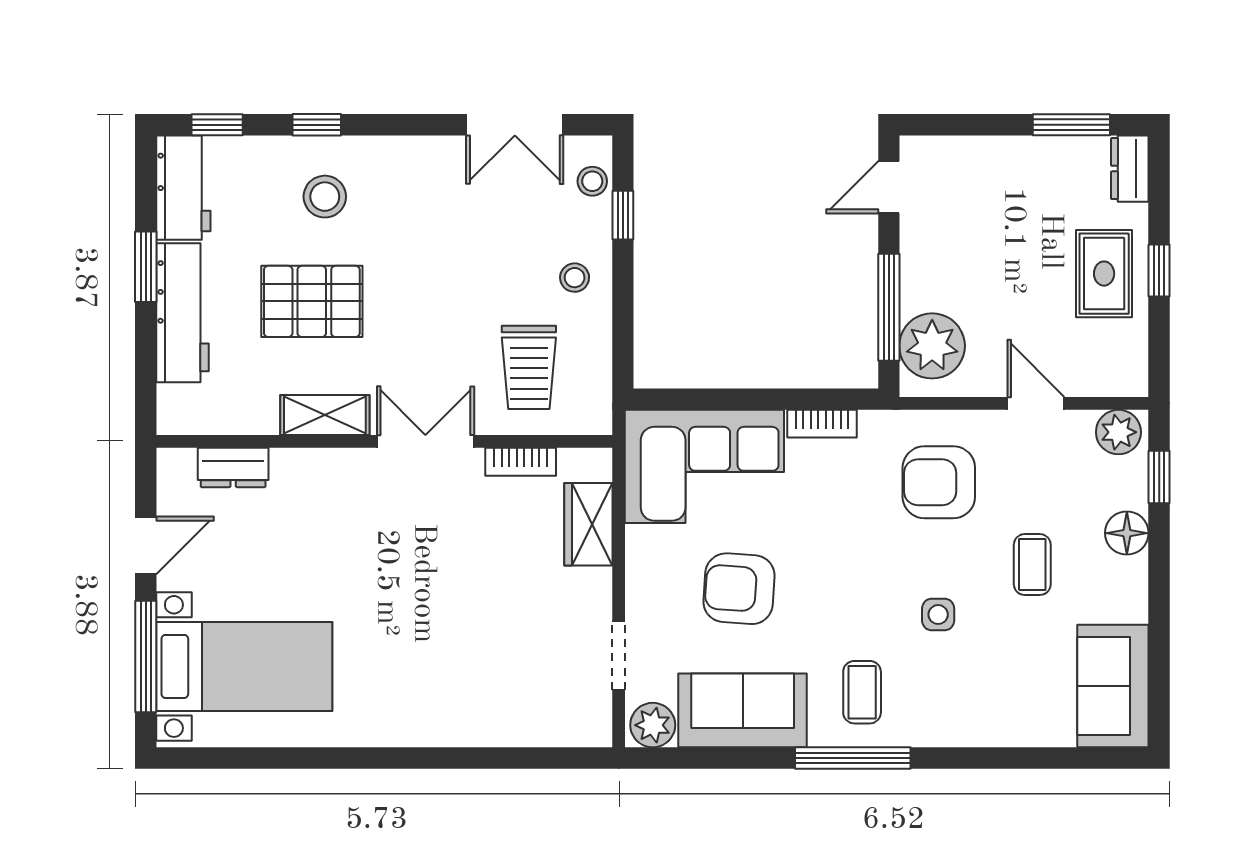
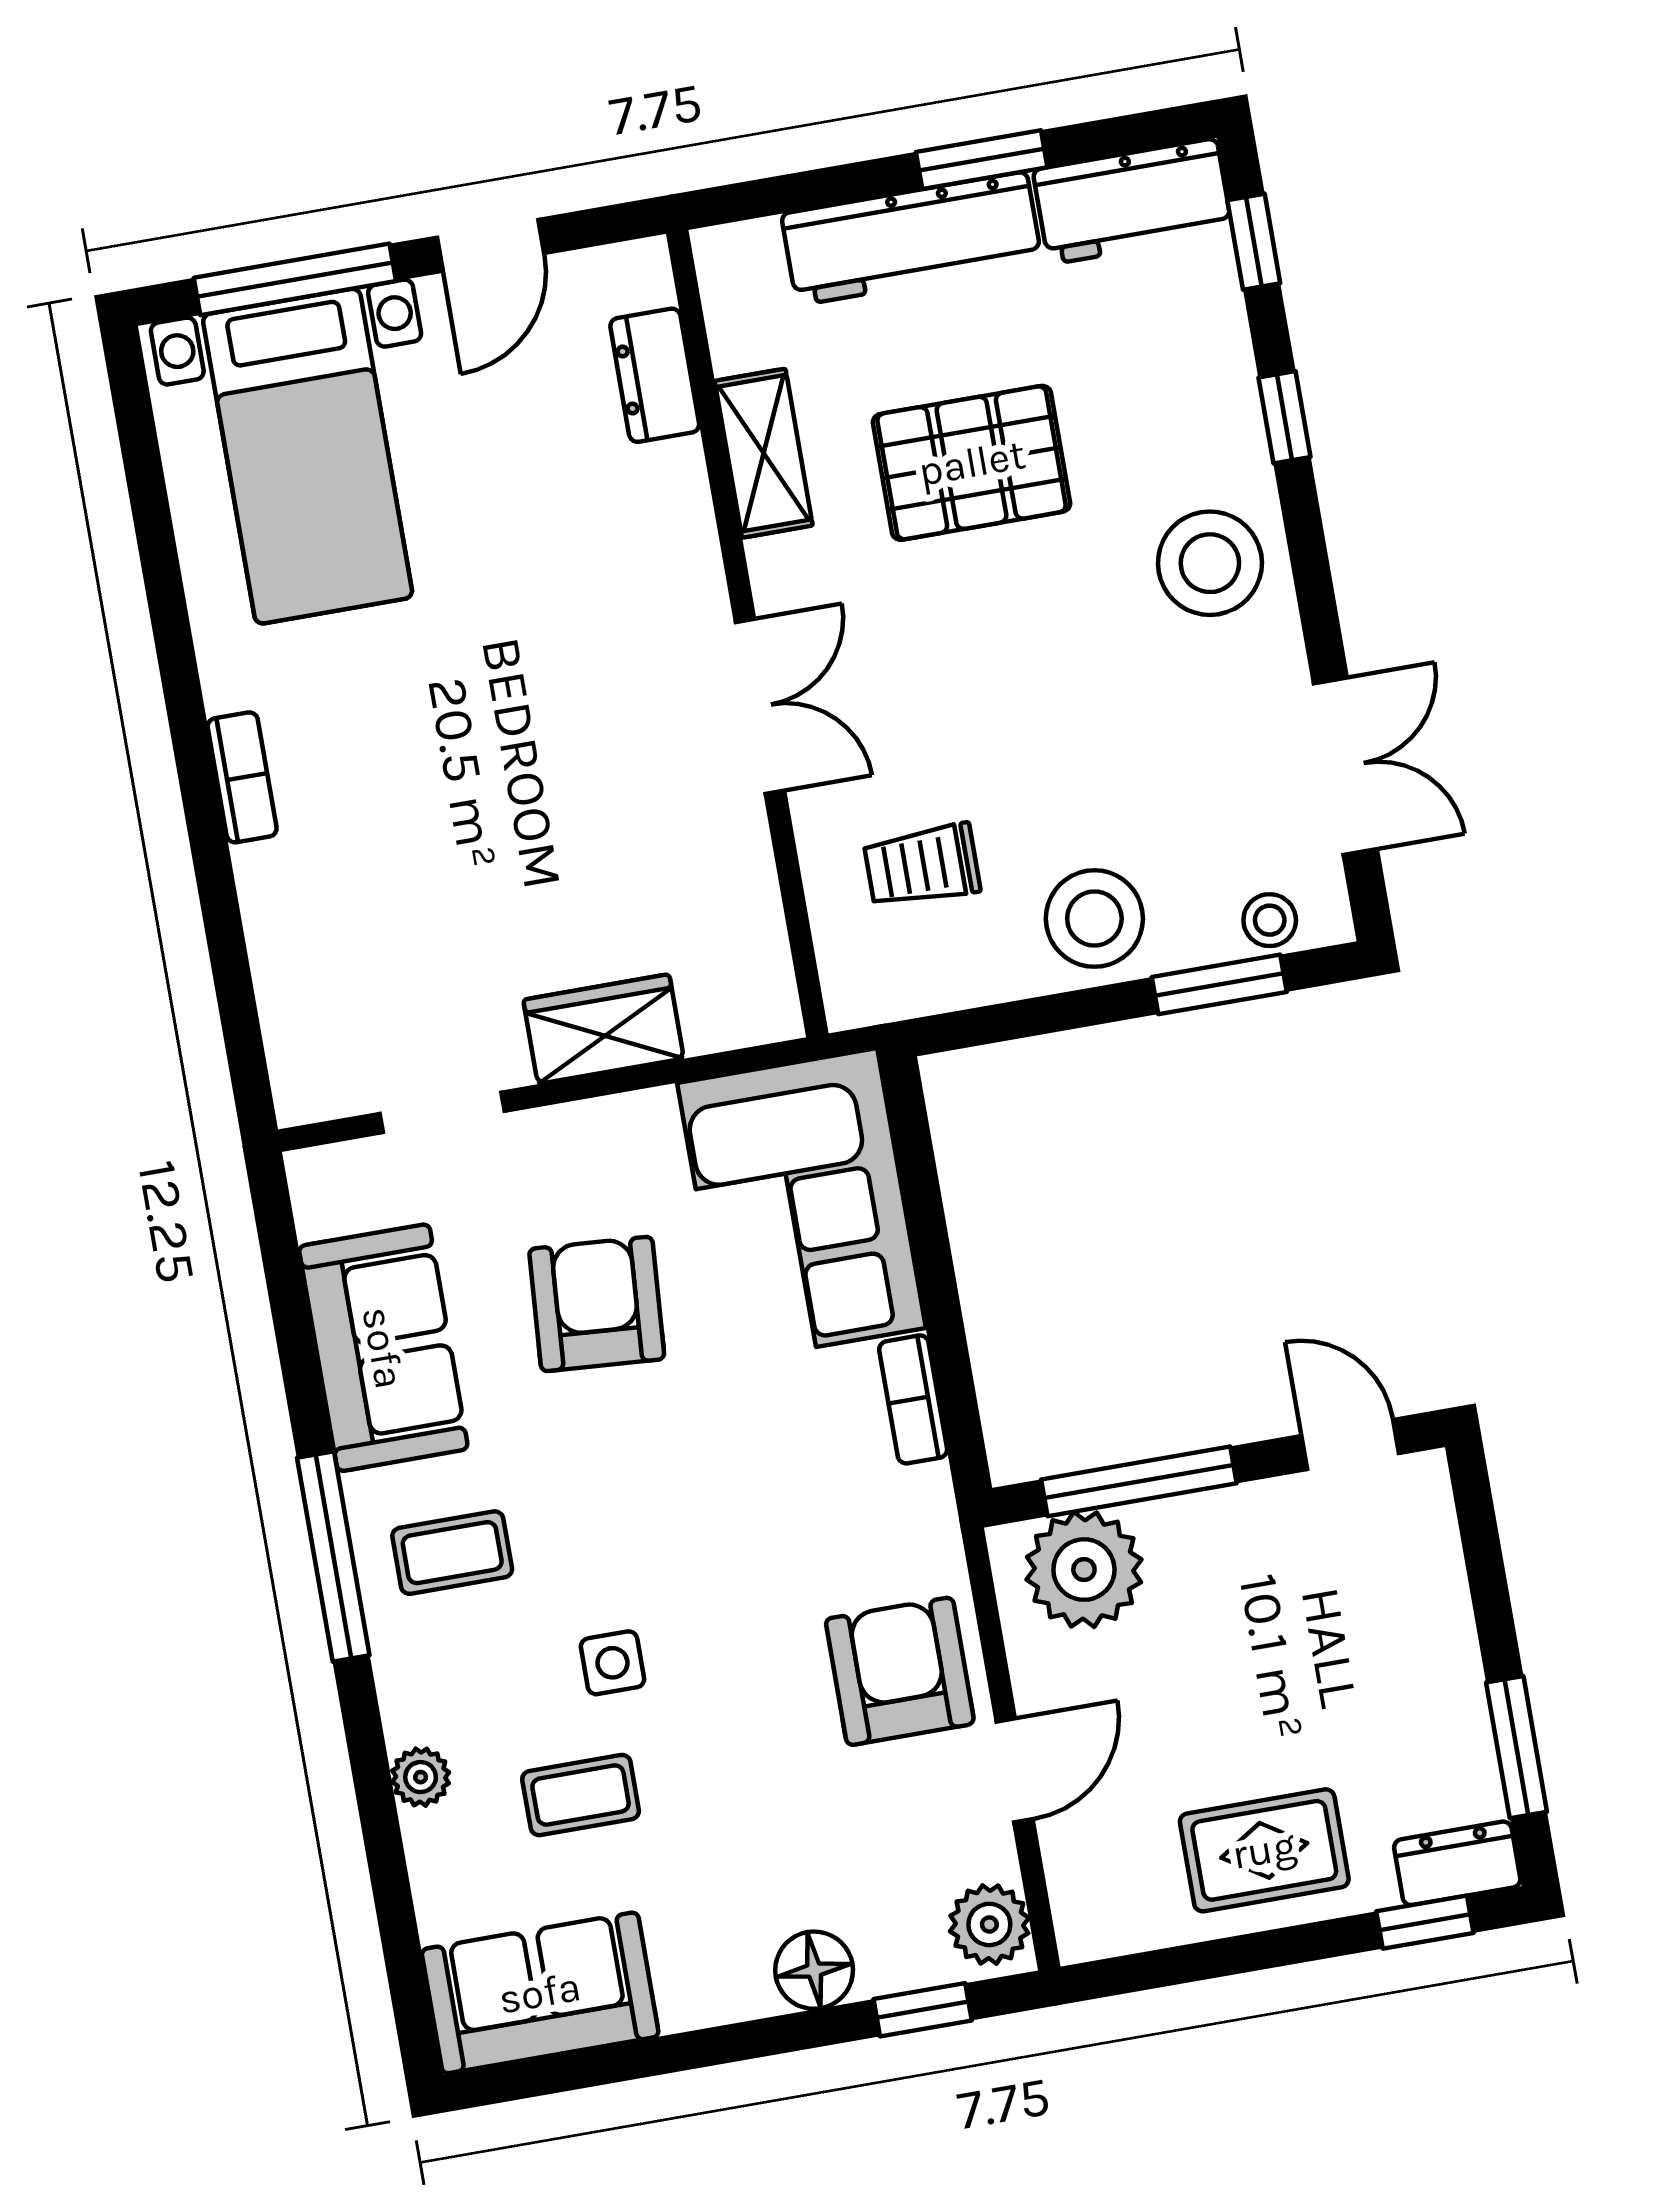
double door: (515, 125) -> (1345, 766), swing flipped
stool: (325, 197) -> (1210, 563), moved, width x1.38, depth x1.38
window: (623, 215) -> (1219, 984), width x1.50
window: (1159, 270) -> (1425, 1922), moved
stool: (575, 278) -> (1094, 919), width x1.89, depth x1.89
pallet: (312, 301) -> (972, 463), turned 90
trolley: (529, 367) -> (922, 866), width x0.73, depth x0.72
shelving: (325, 415) -> (764, 453), moved
bookcase: (521, 462) -> (242, 777), moved, turned 180
armchair: (939, 482) -> (900, 1671), moved
wardrobe: (588, 524) -> (604, 1029), moved
door: (146, 545) -> (490, 245), hinge flipped
coffee table: (1032, 565) -> (581, 1795), moved
plant: (653, 725) -> (421, 1777), moved, width x0.73, depth x0.73

